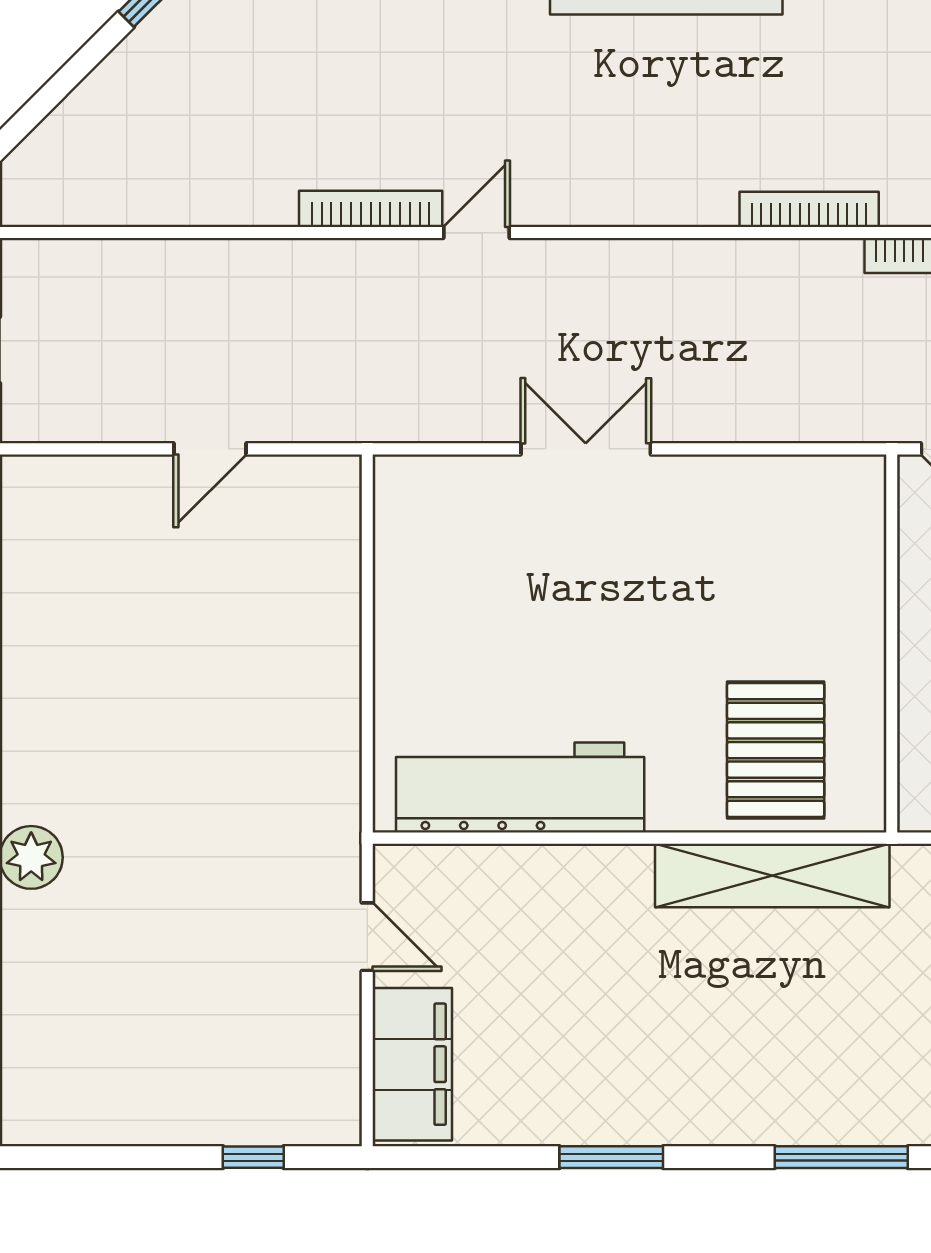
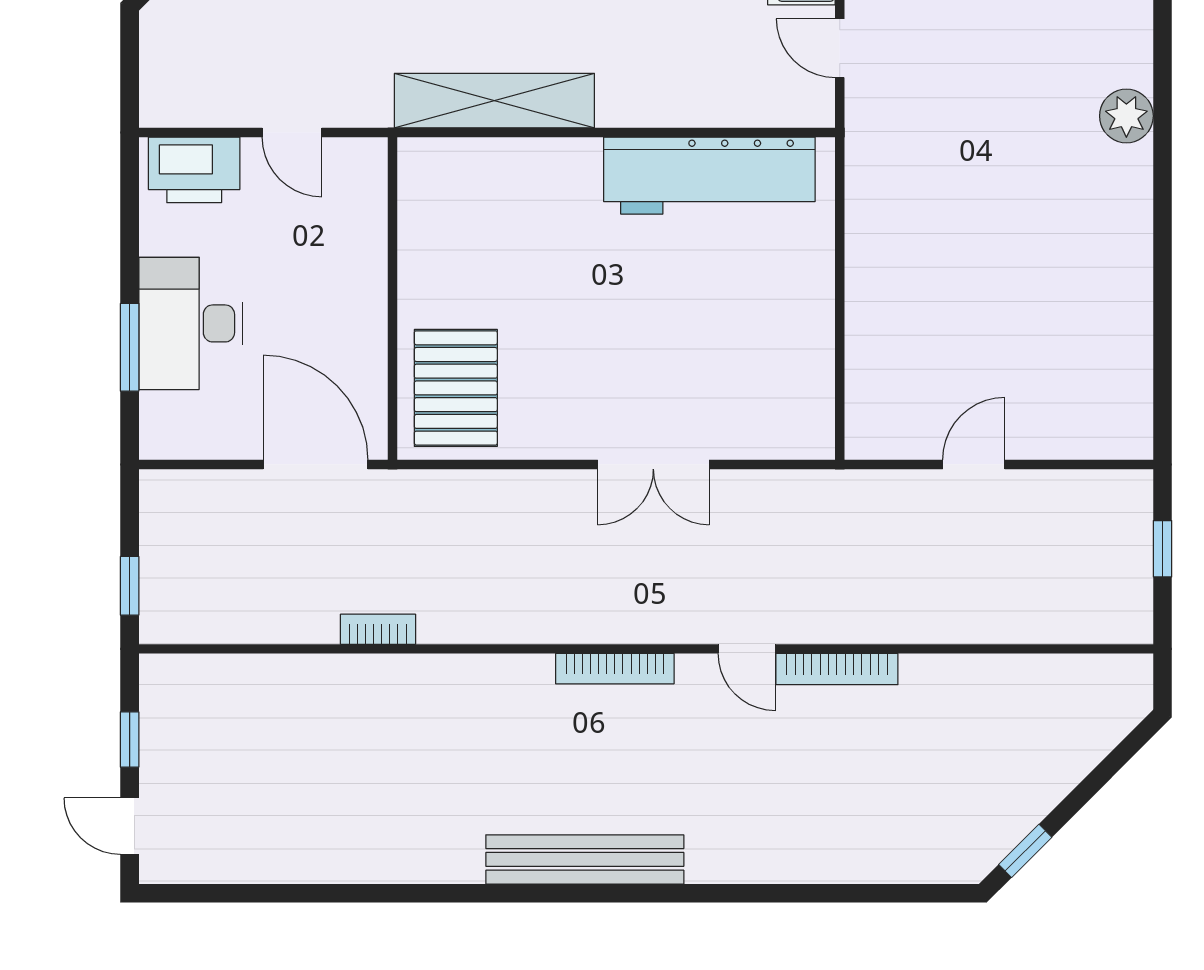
bookcase: (809, 209) -> (615, 669), moved
door: (476, 233) -> (747, 649), hinge flipped
pallet: (776, 750) -> (456, 388), moved

